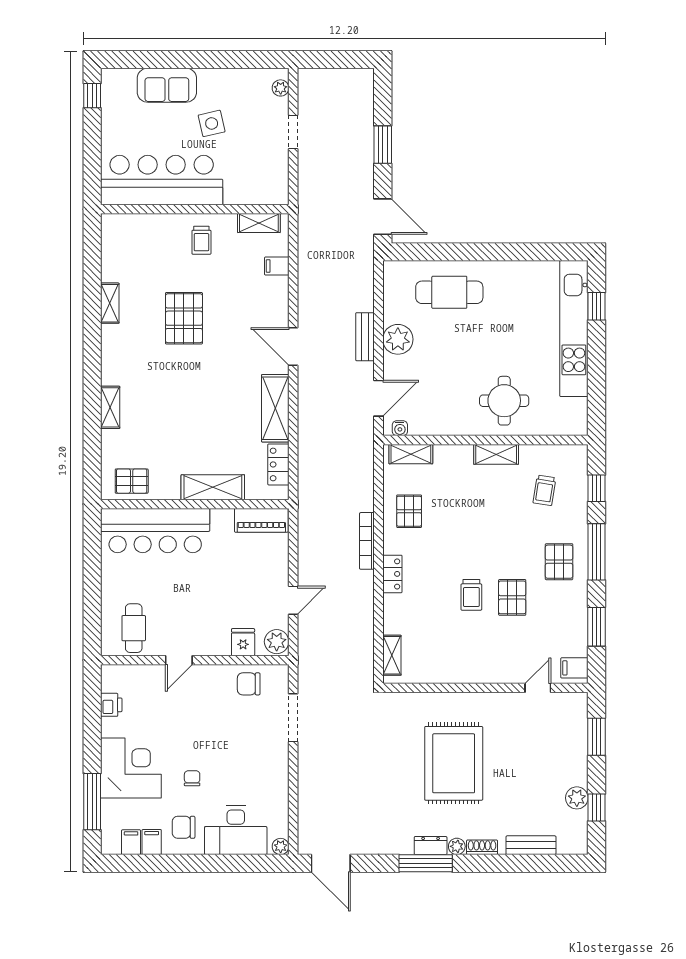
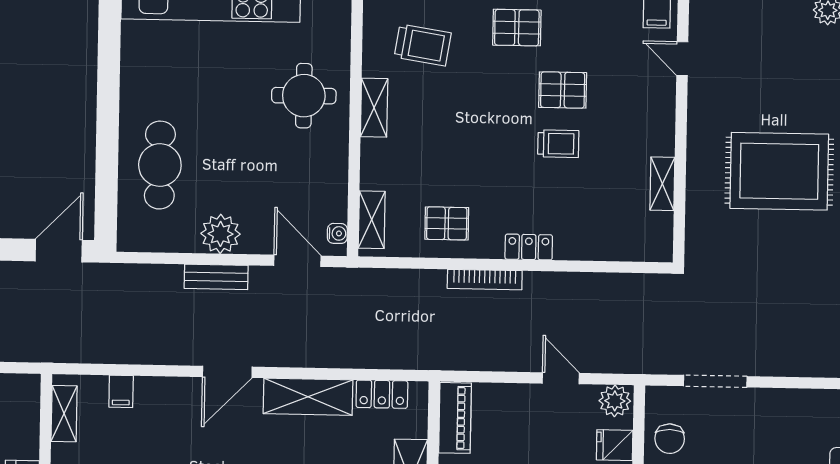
trolley: (544, 490) -> (423, 45), width x1.36, depth x1.39
shelving: (392, 655) -> (662, 184), moved, turned 90

